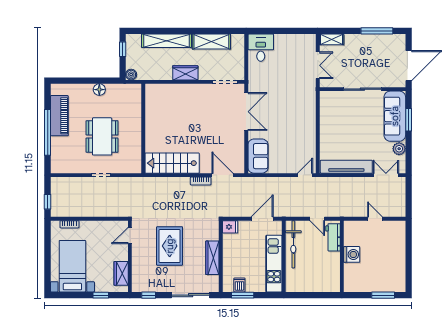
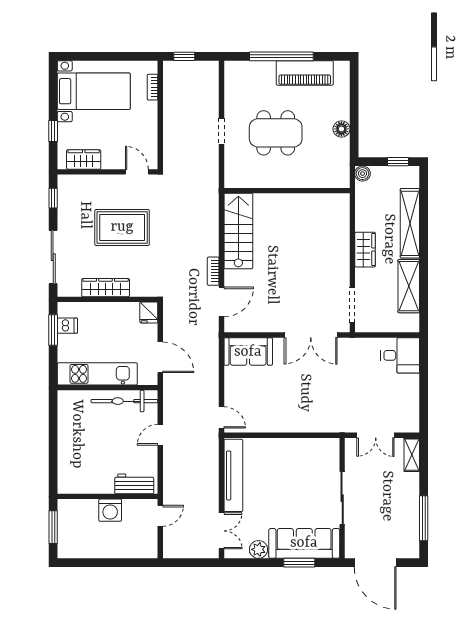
workbench: (333, 237) -> (134, 484), moved
washing machine: (352, 254) -> (110, 510), moved
wall: (342, 256) -> (108, 496), moved

